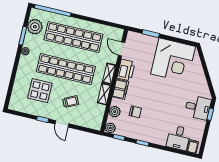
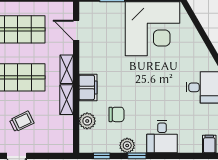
printer: (126, 70) -> (89, 59), removed
plant: (110, 128) -> (127, 145), moved
desk: (179, 138) -> (162, 137), moved

